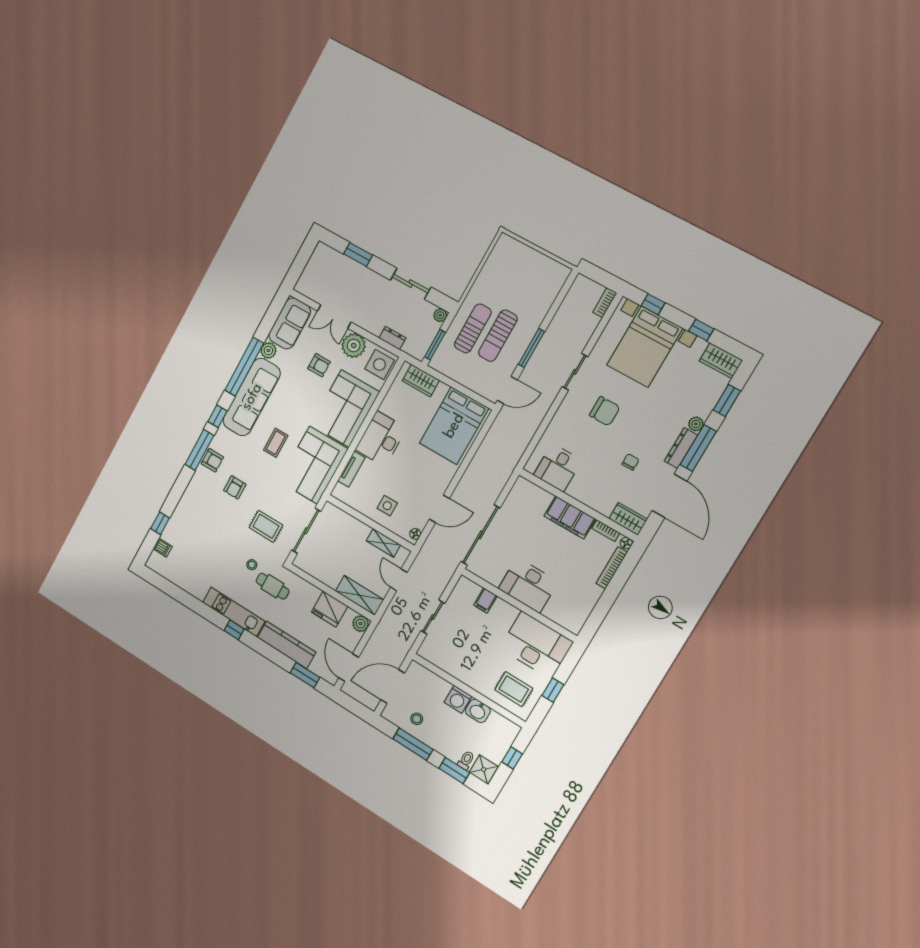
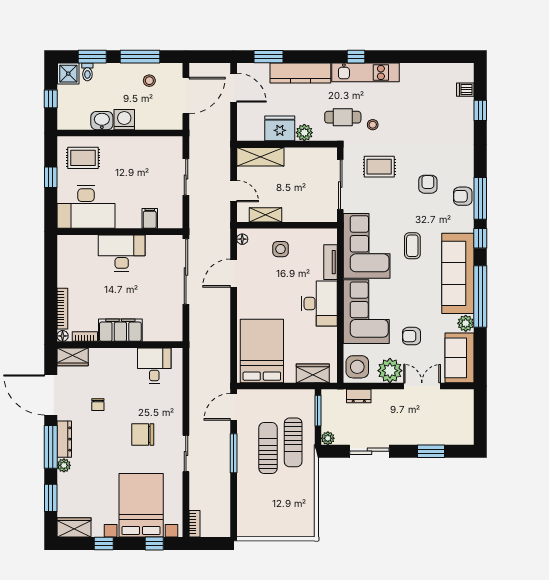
plant: (361, 624) -> (304, 133), moved

